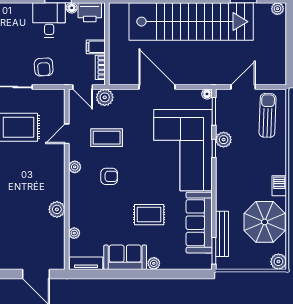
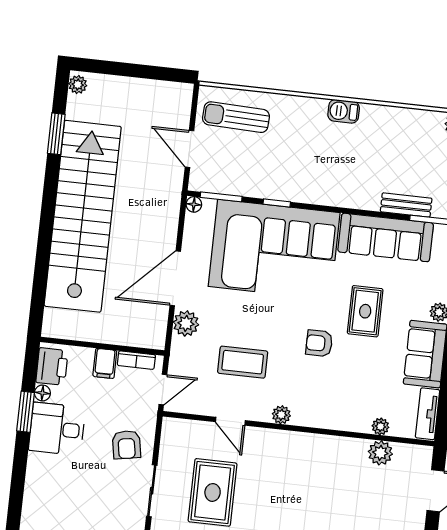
armchair: (44, 67) -> (126, 445), turned 84
plant: (105, 97) -> (186, 323), moved
coffee table: (107, 138) -> (243, 362), turned 90
plant: (224, 140) -> (265, 187), removed
armchair: (109, 176) -> (319, 343), moved, turned -90
plant: (57, 209) -> (380, 453), moved
parasol: (265, 222) -> (395, 139), removed
bench: (222, 234) -> (406, 205), width x0.73

